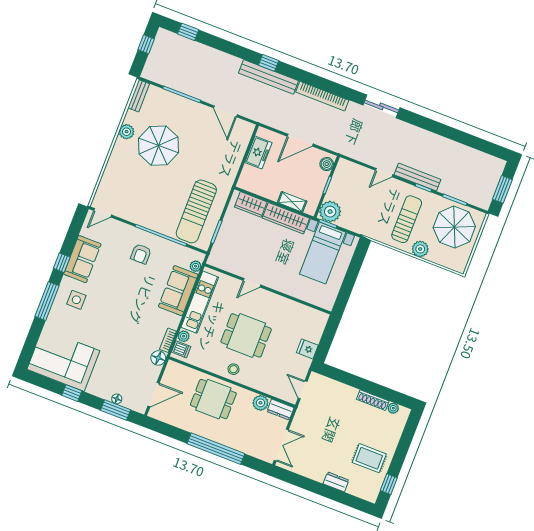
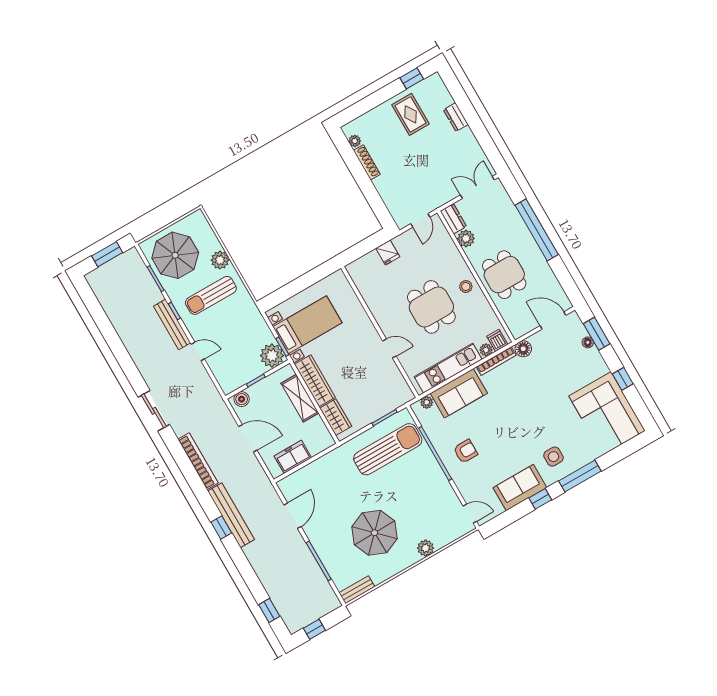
plant: (127, 132) -> (426, 548), moved
shelving: (292, 202) -> (300, 398), width x1.50, depth x1.33
bookcase: (168, 340) -> (496, 361), width x1.56

